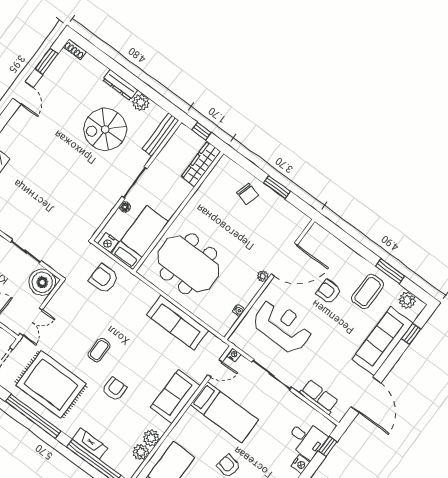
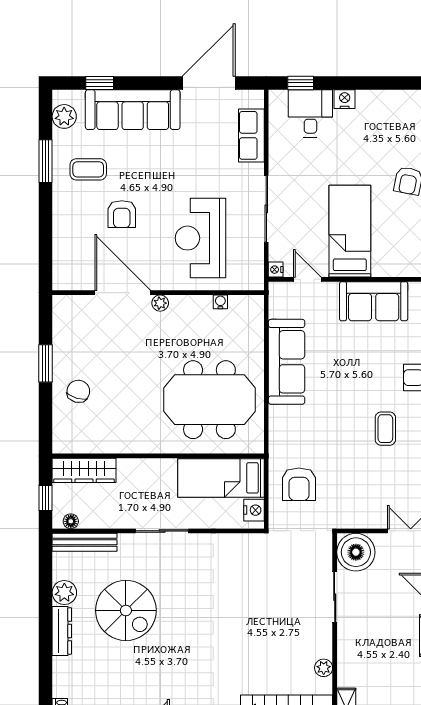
floor lamp: (125, 207) -> (71, 521), moved
meeting table: (188, 264) -> (209, 400), turned 90
coffee table: (368, 292) -> (88, 169), width x0.73, depth x0.77
coffee table: (99, 350) -> (385, 429), turned 90

